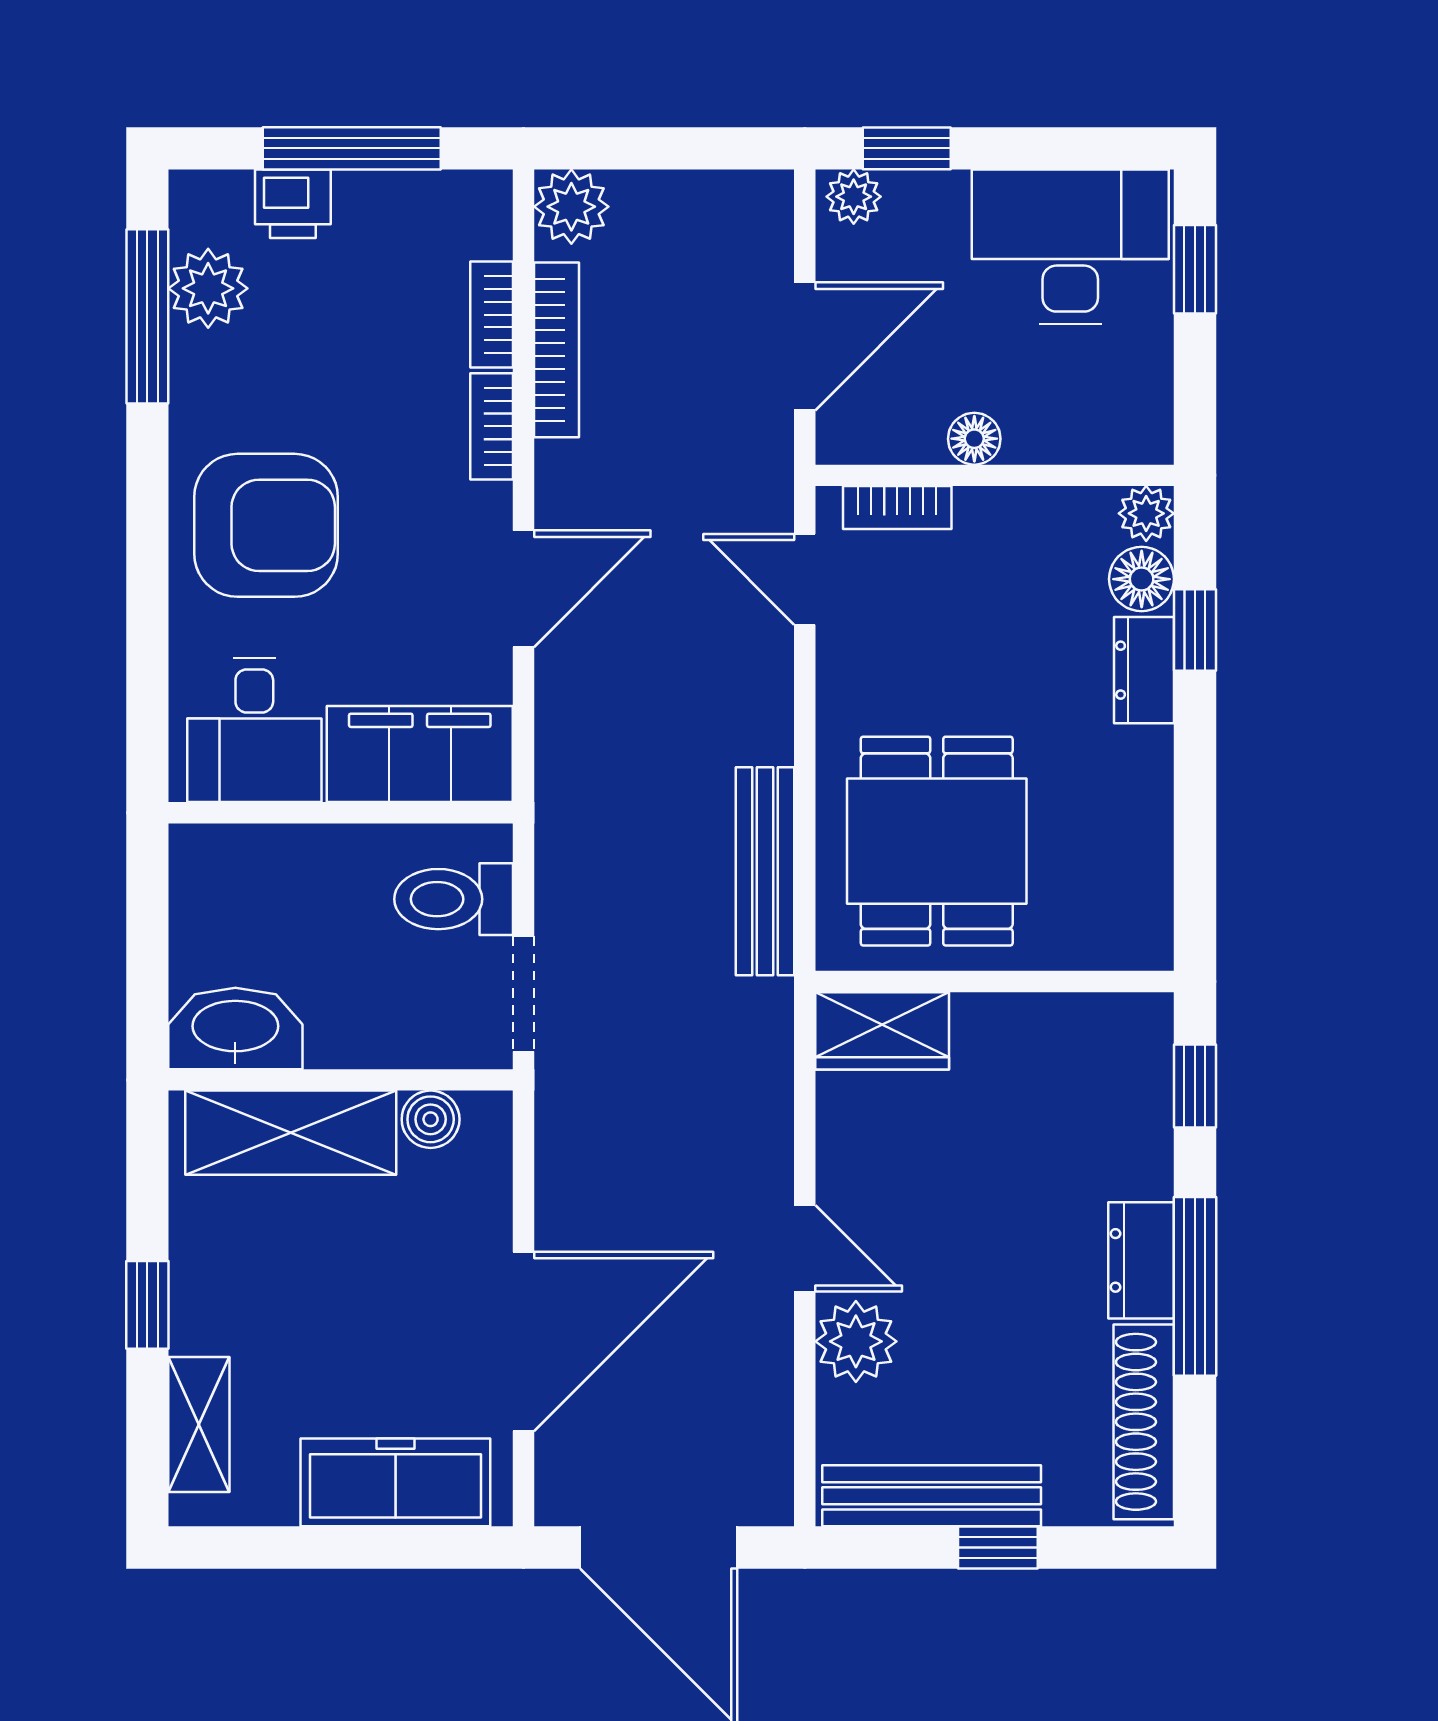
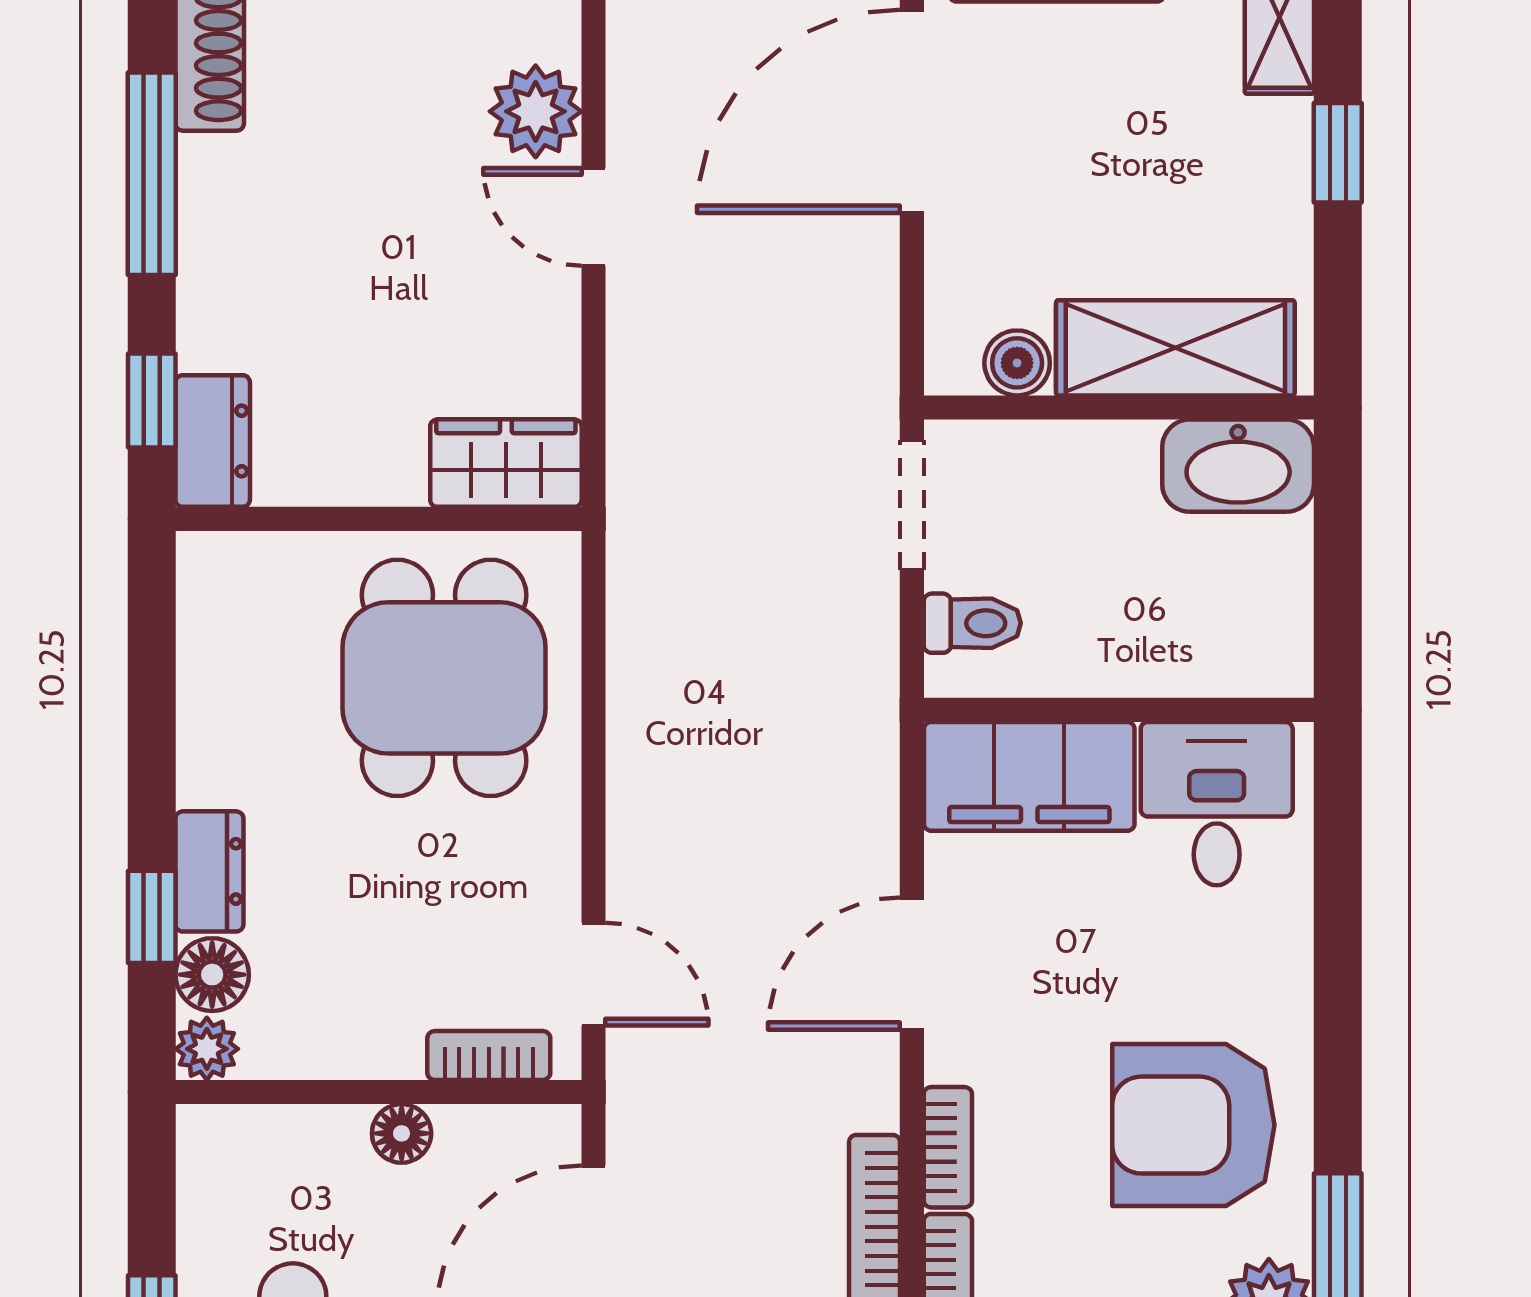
armchair: (266, 525) -> (1193, 1125), moved
bench: (765, 871) -> (638, 644), removed
toilet: (454, 899) -> (972, 623), width x0.73, depth x0.72
dresser: (1141, 1260) -> (213, 441), moved

